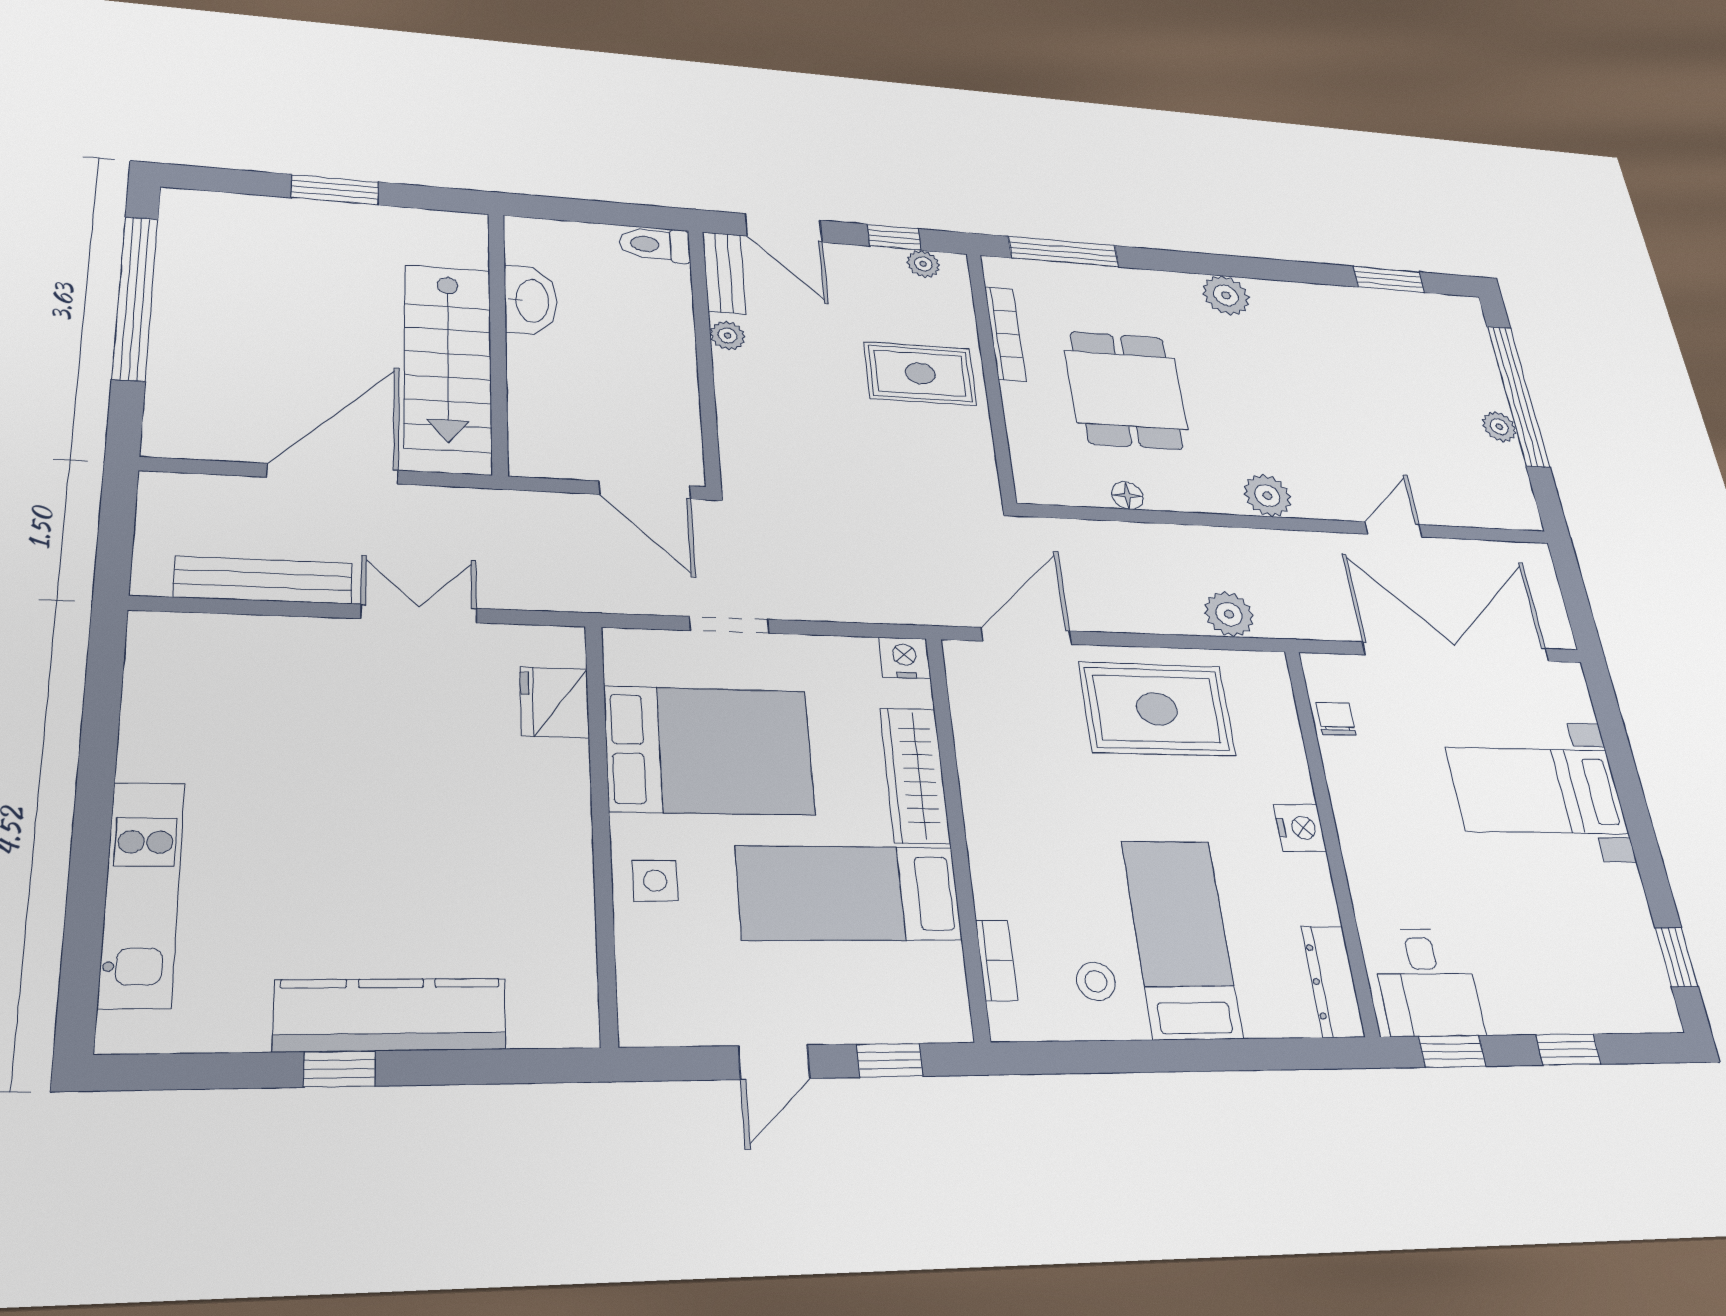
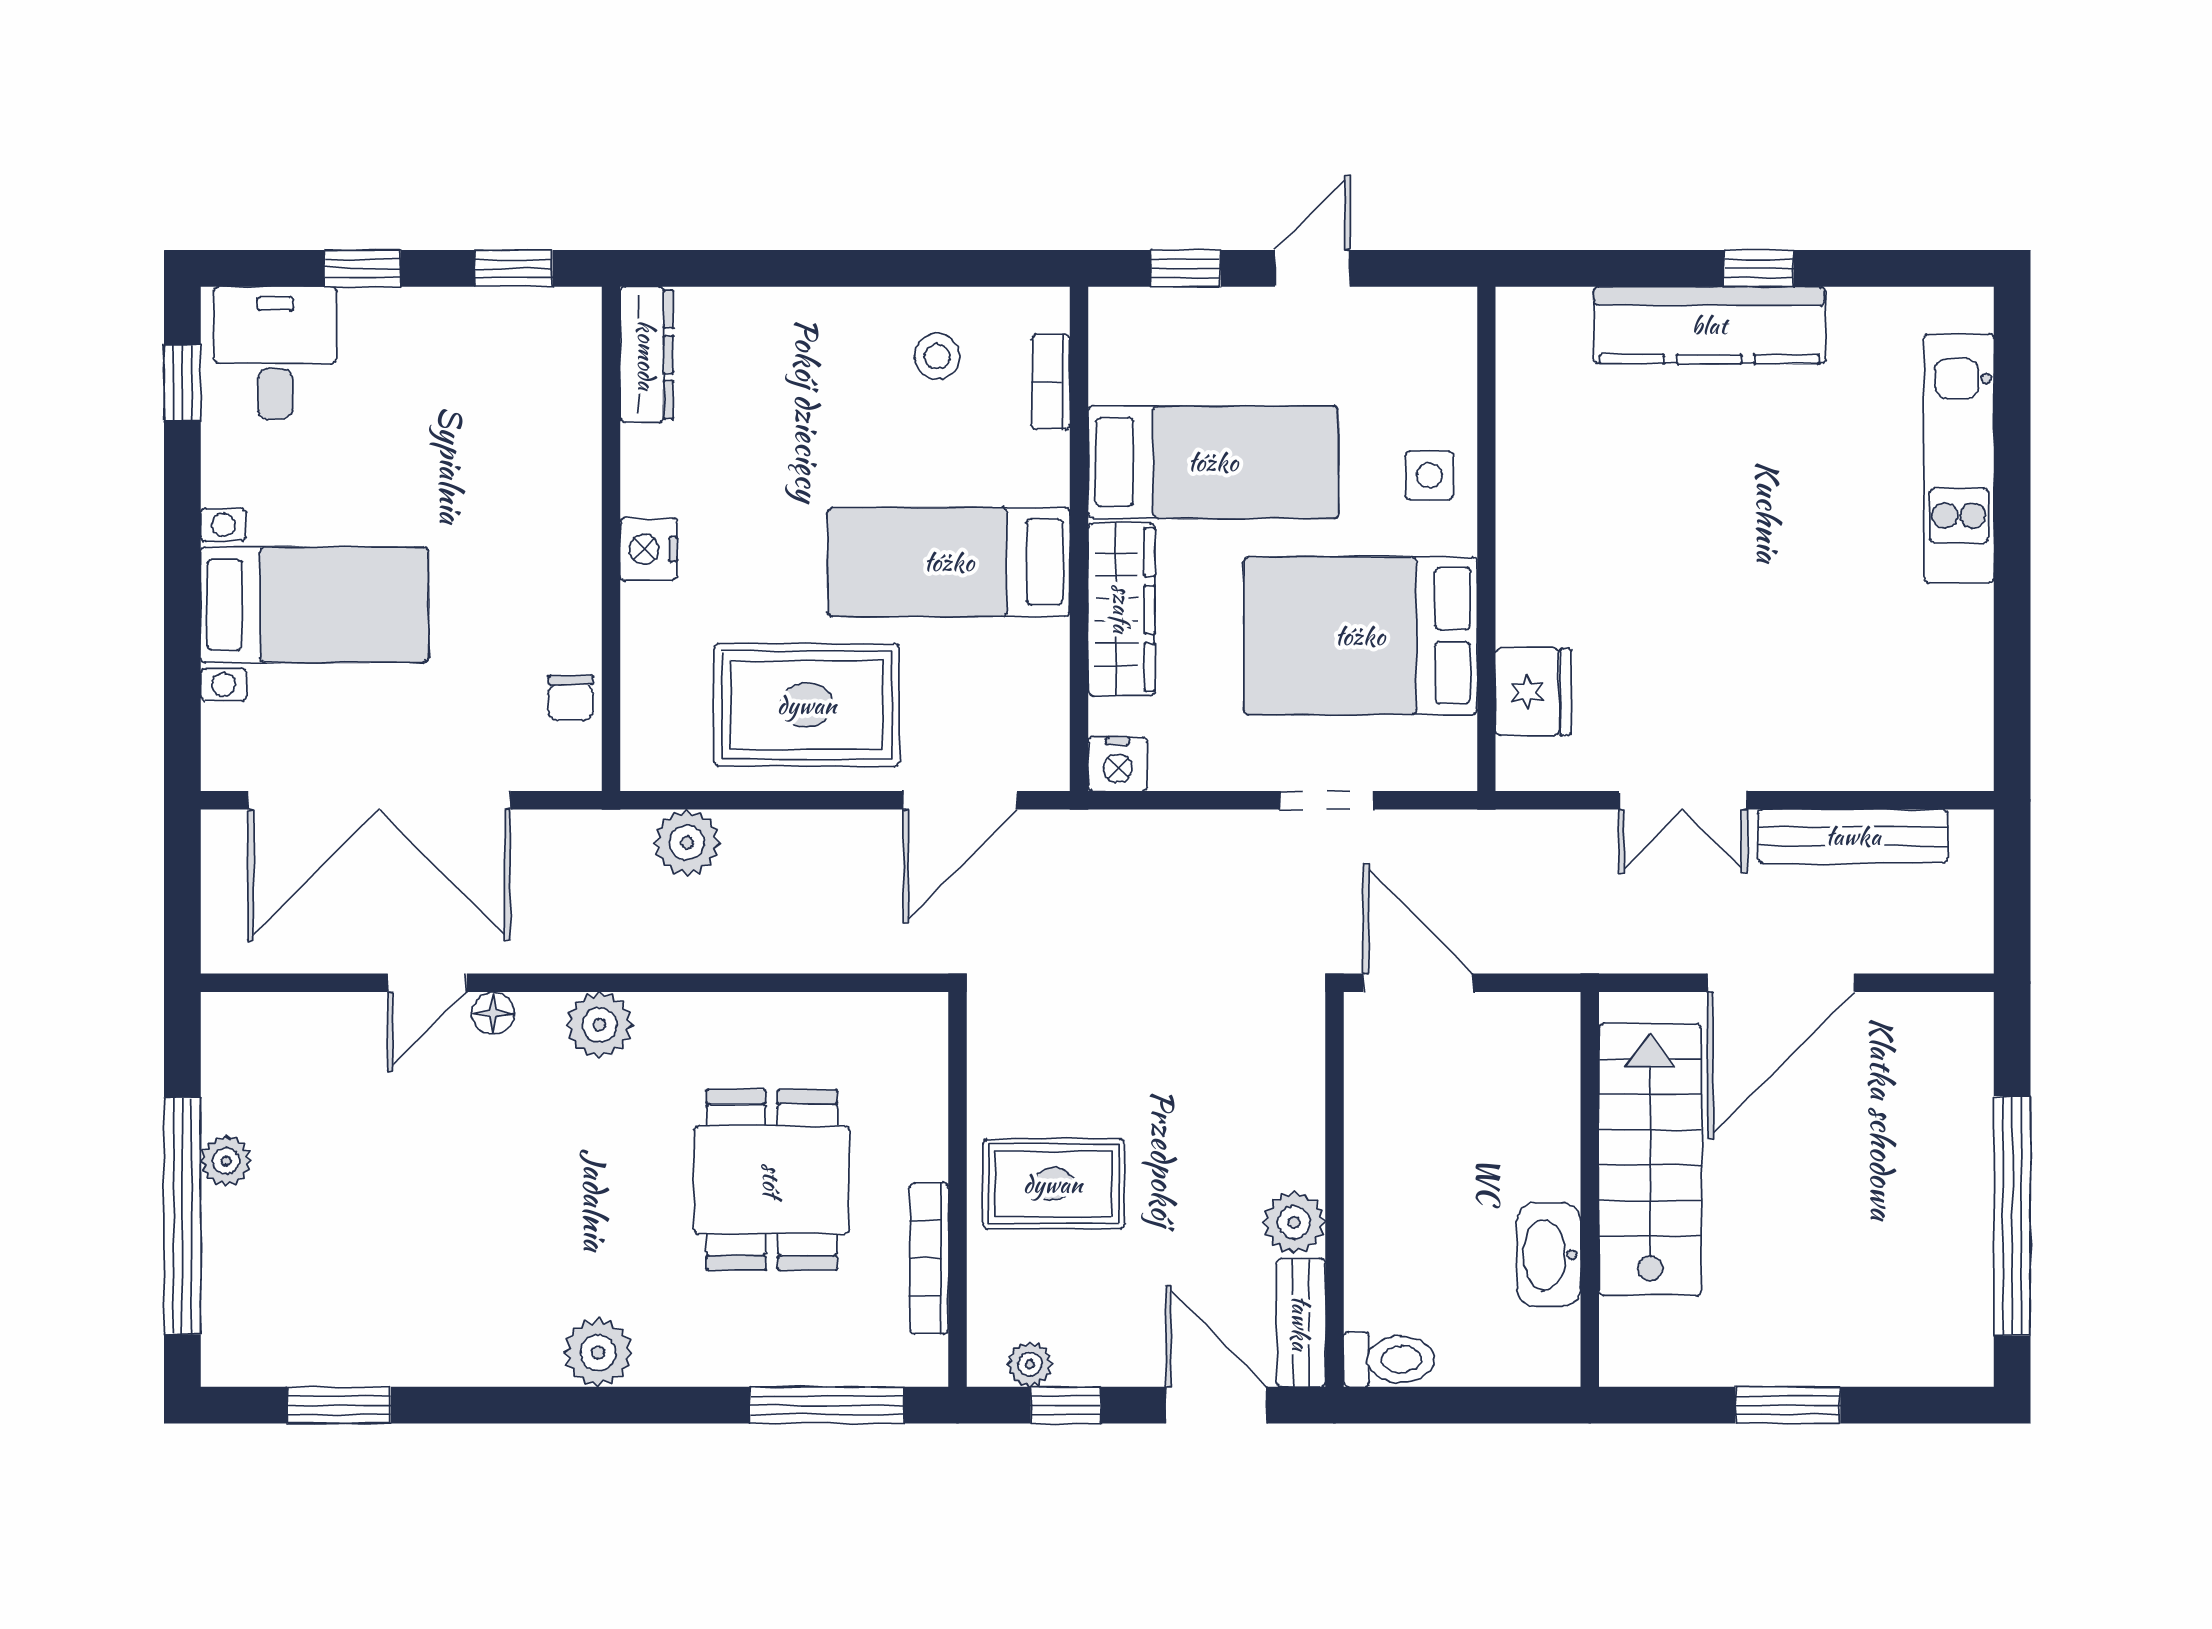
plant: (728, 336) -> (1294, 1222), width x1.38, depth x1.38
floor lamp: (1127, 496) -> (493, 1013), moved
bed: (1181, 938) -> (949, 562), moved, turned 90
desk: (1427, 982) -> (275, 353), moved

